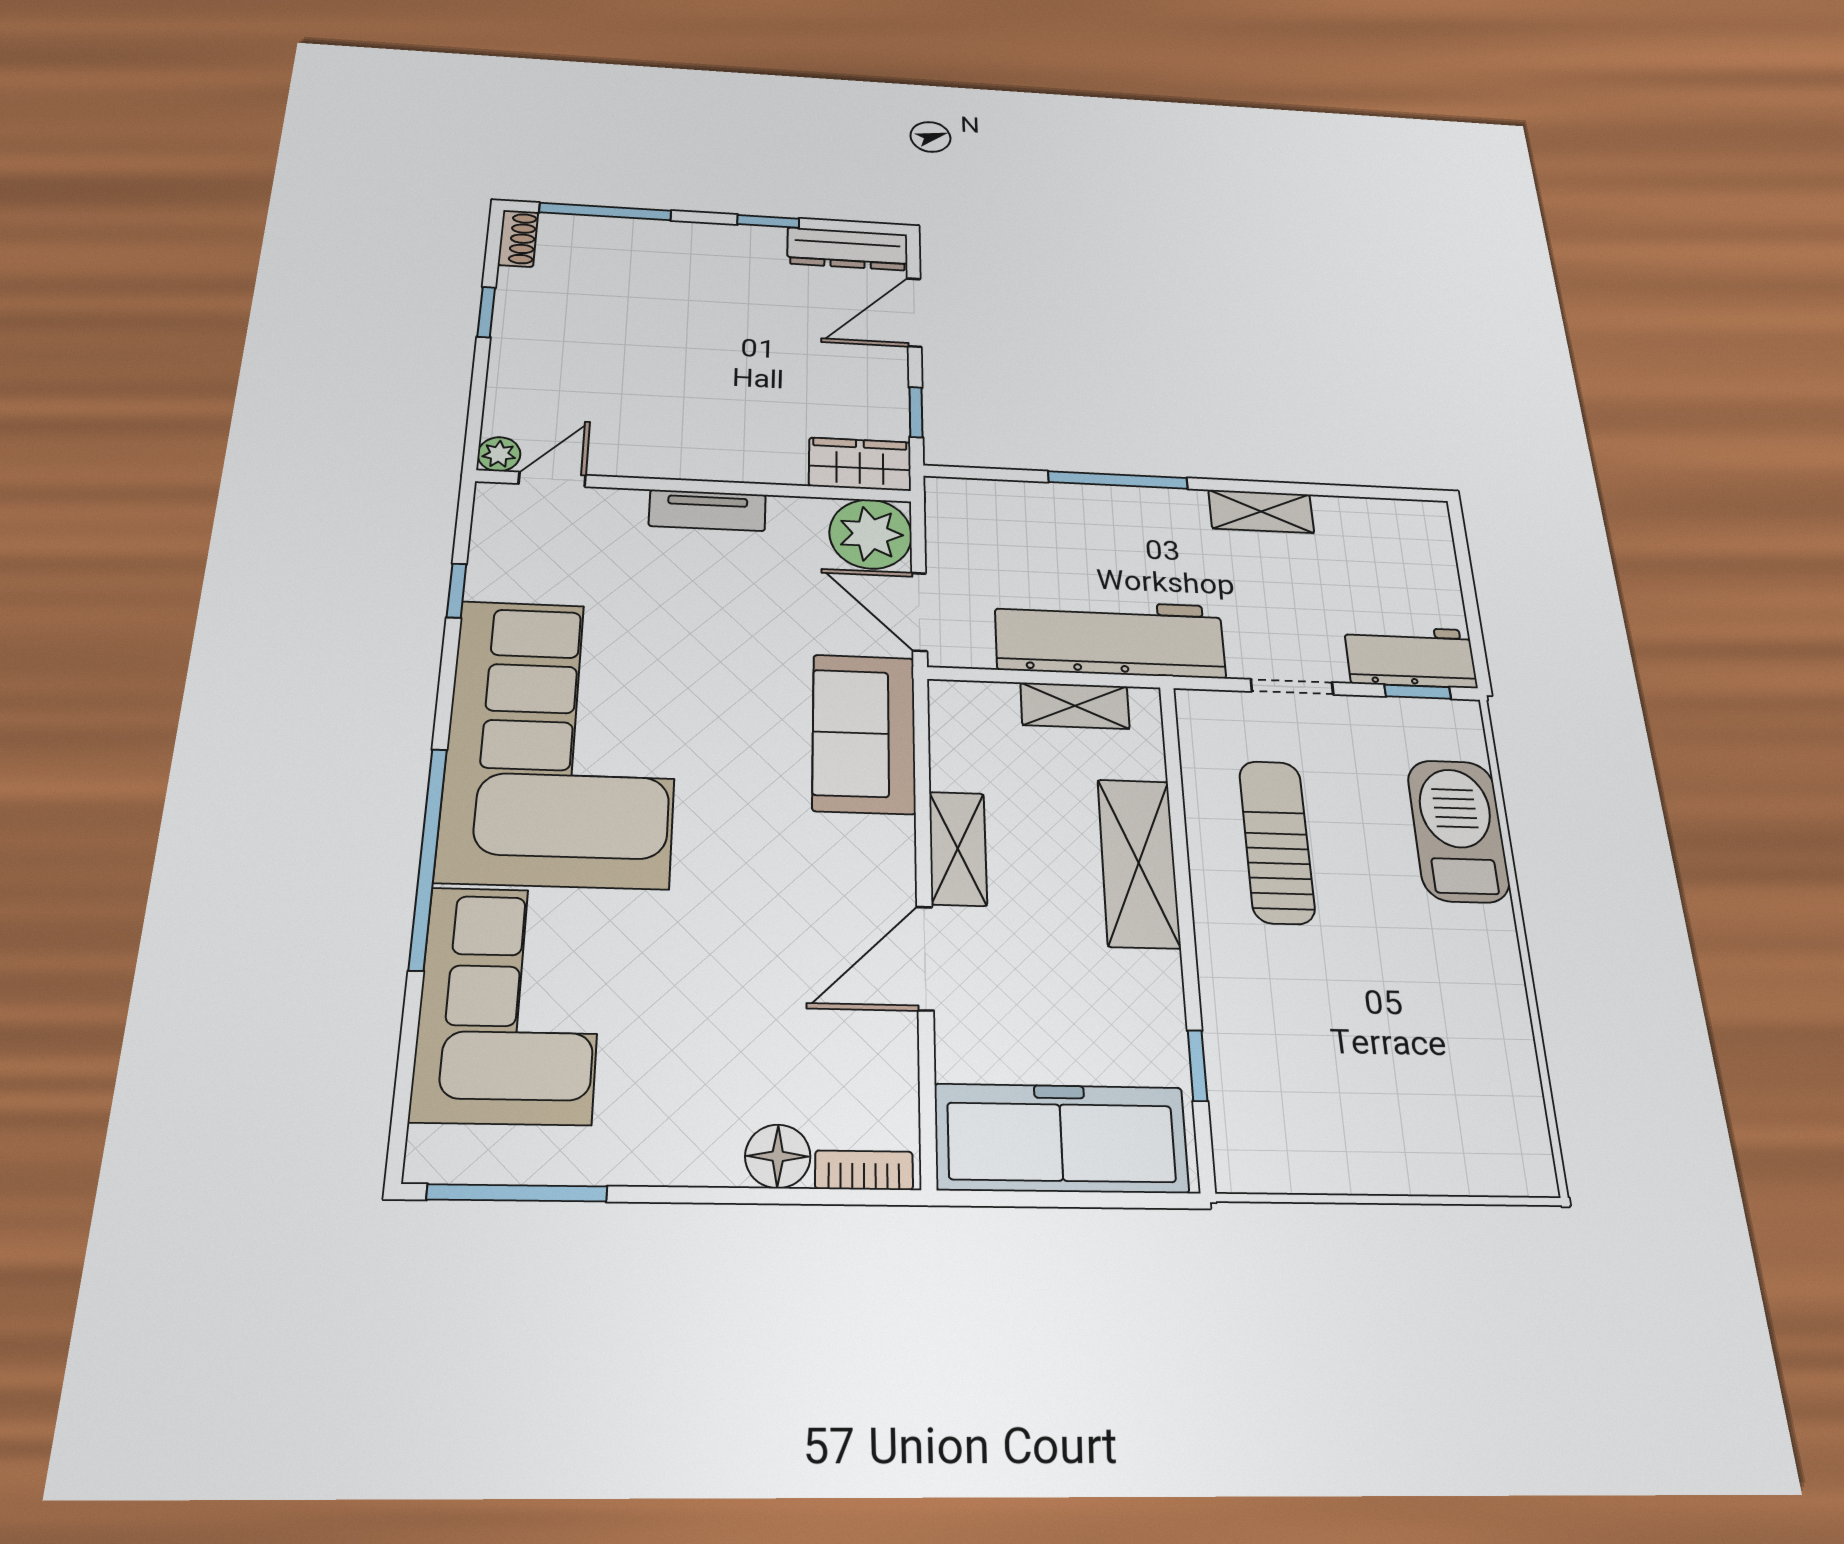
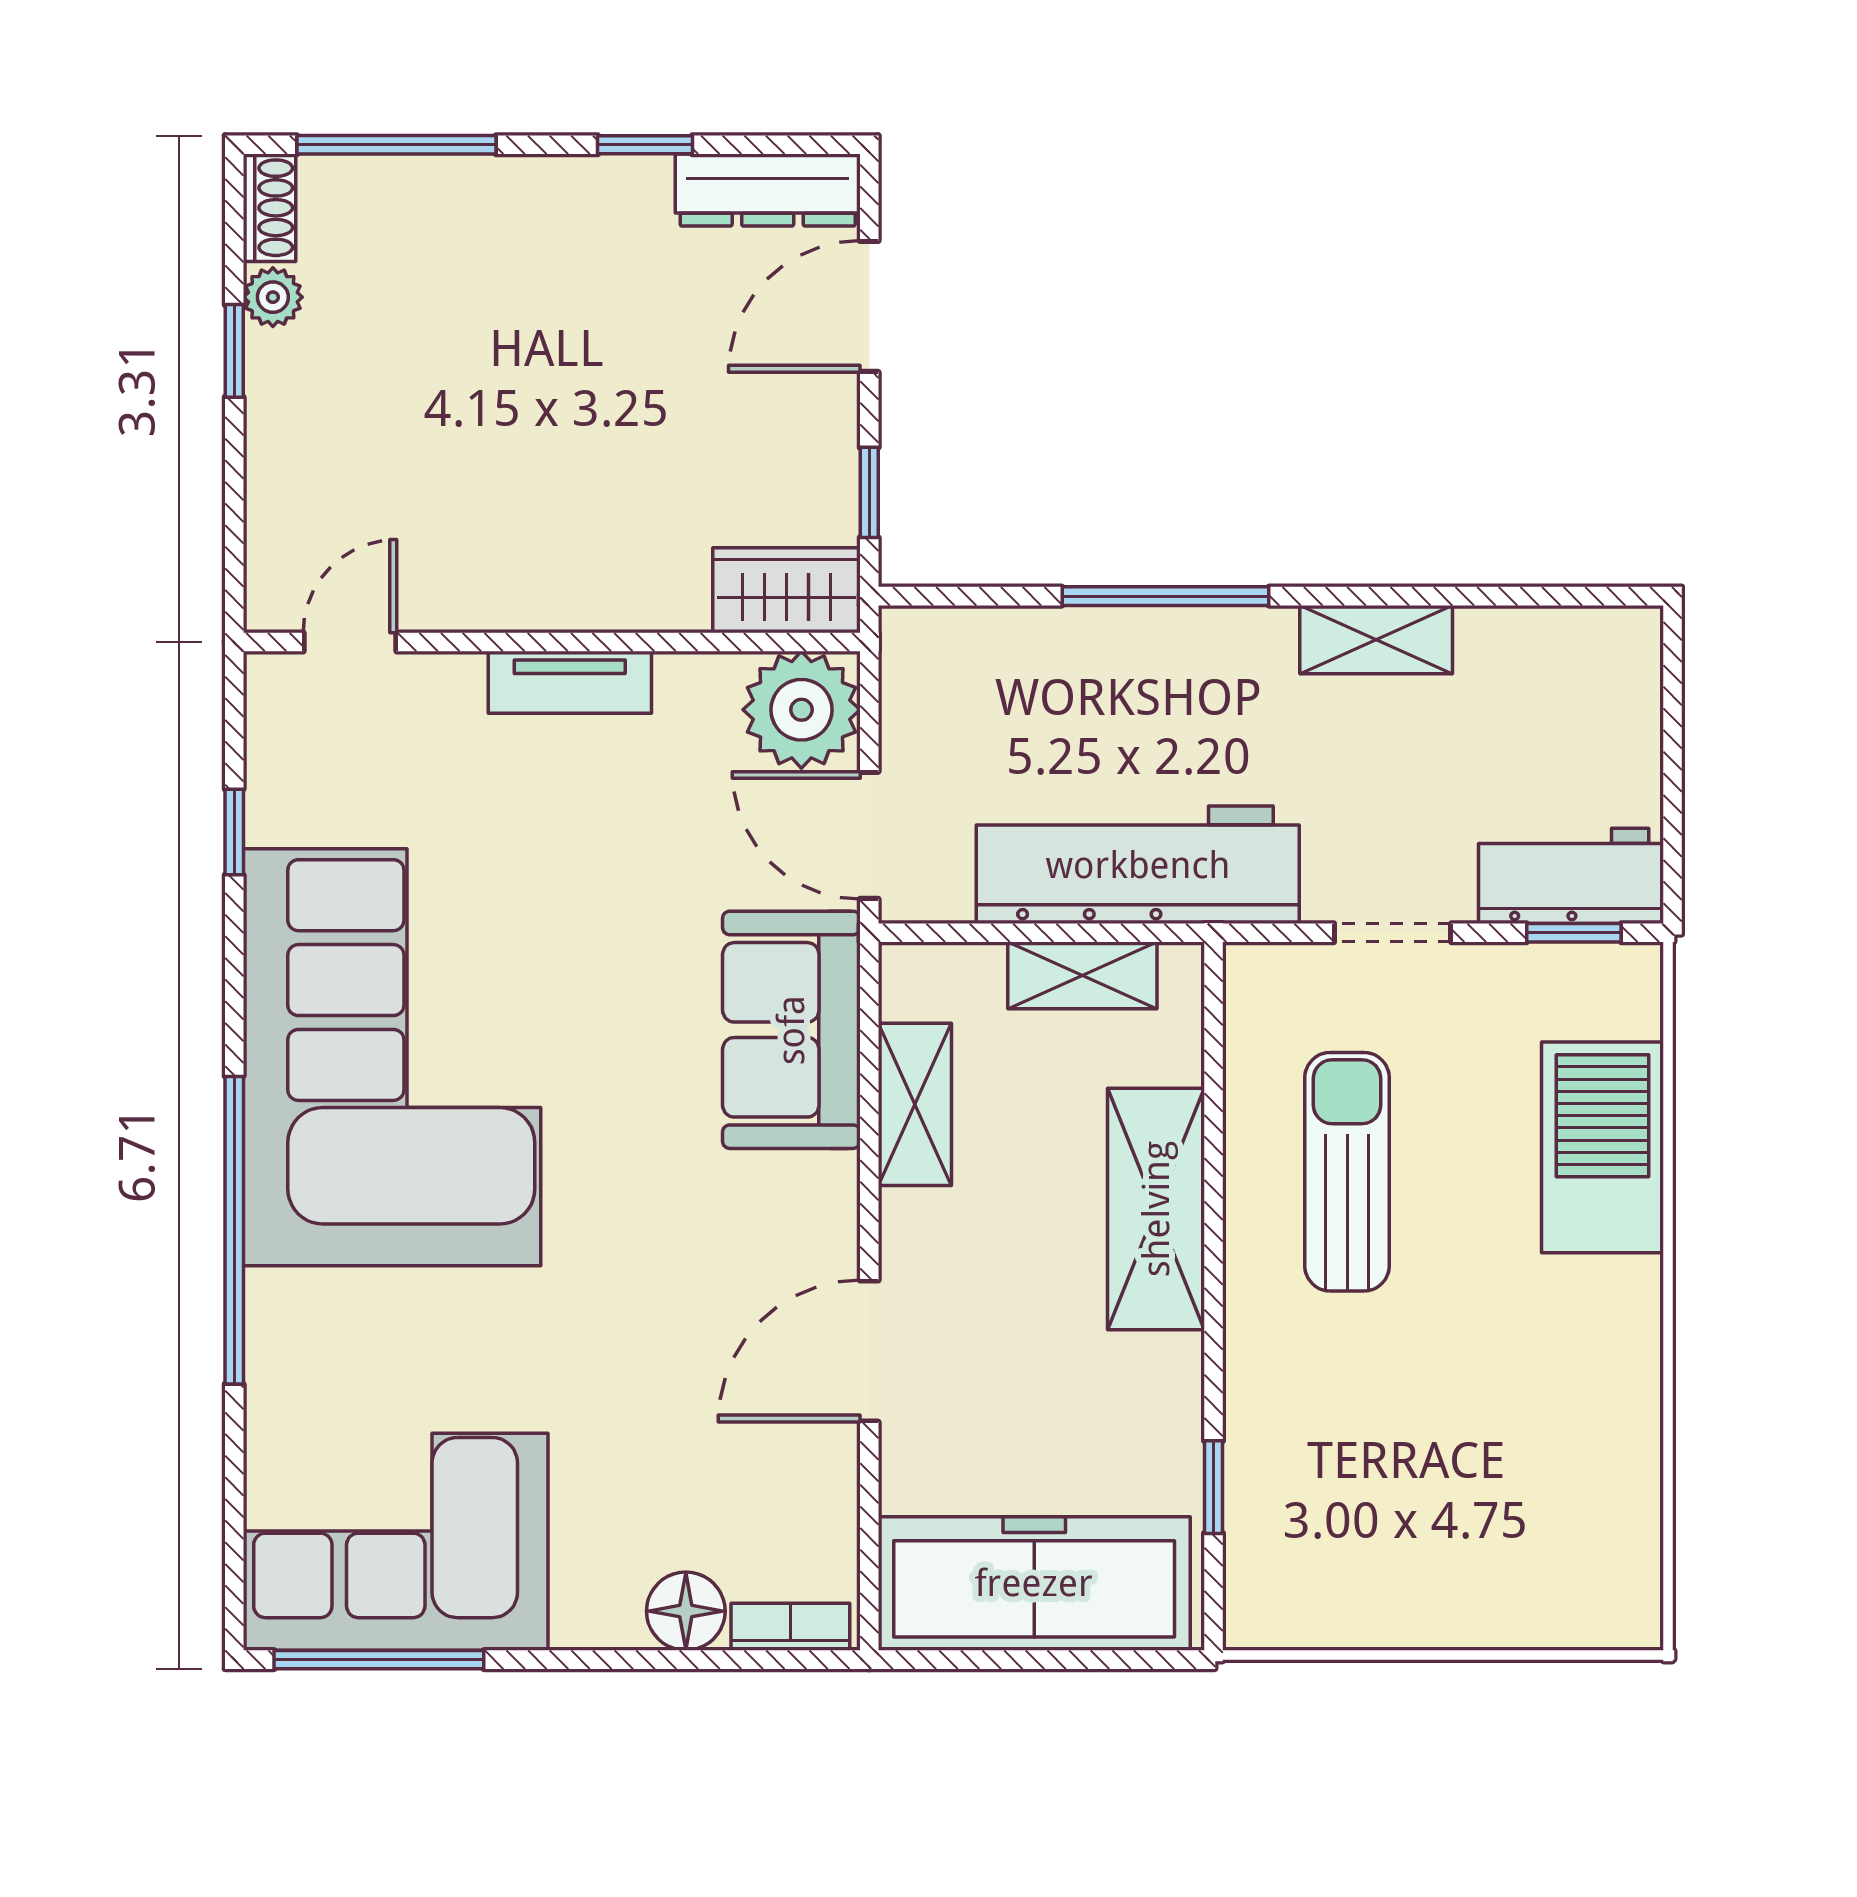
plant: (499, 454) -> (273, 297), moved
shelving: (958, 848) -> (915, 1104), moved
corner sofa: (510, 1004) -> (396, 1542), moved, turned -90

